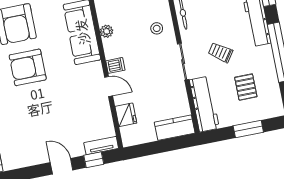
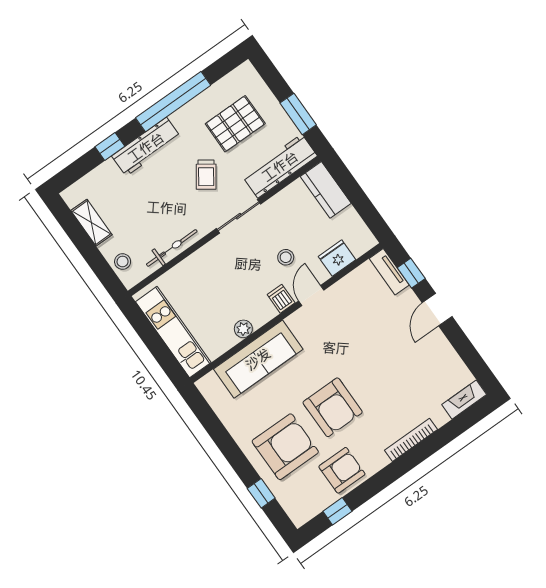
stool: (157, 28) -> (286, 257), moved
pallet: (246, 87) -> (235, 124), width x1.50, depth x1.42
window: (248, 129) -> (298, 114), moved

